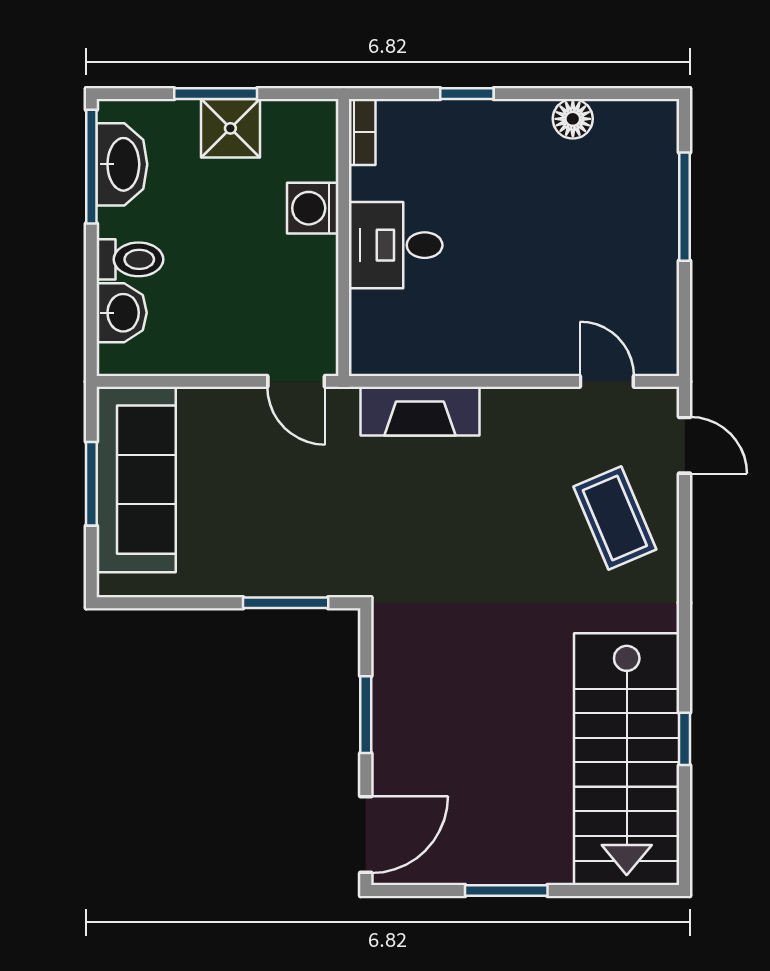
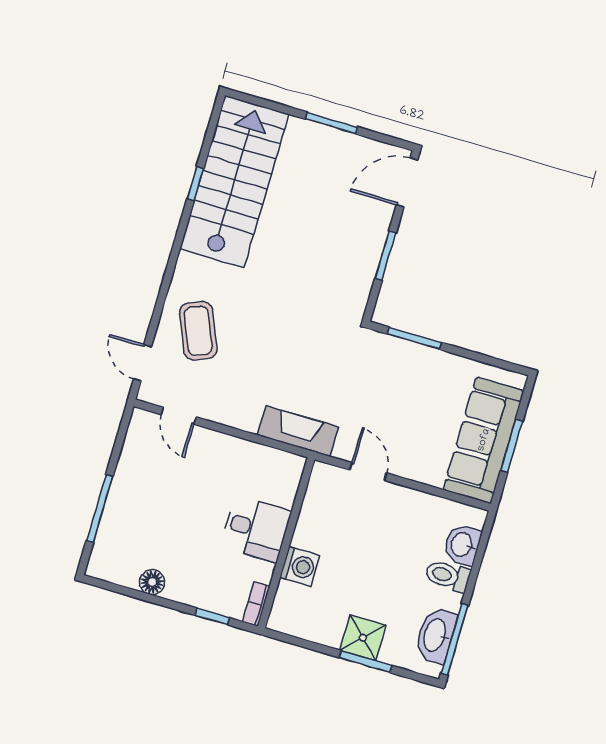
bookcase: (362, 132) -> (256, 604), moved
washing machine: (313, 208) -> (300, 566), moved
wall: (344, 238) -> (286, 543), moved
desk: (396, 245) -> (256, 529), moved

